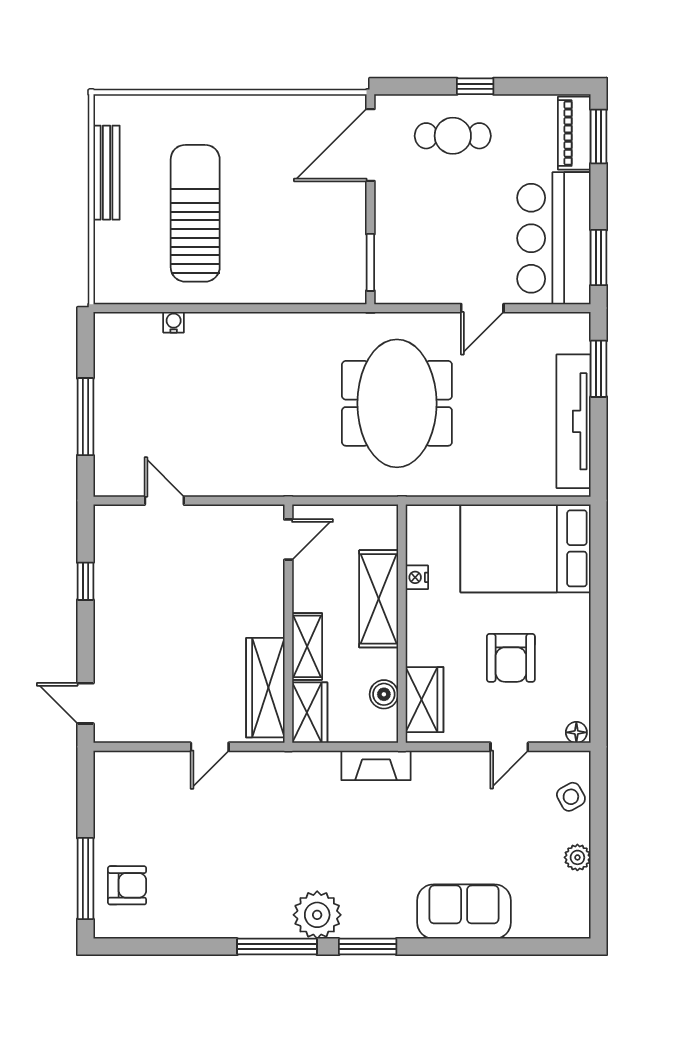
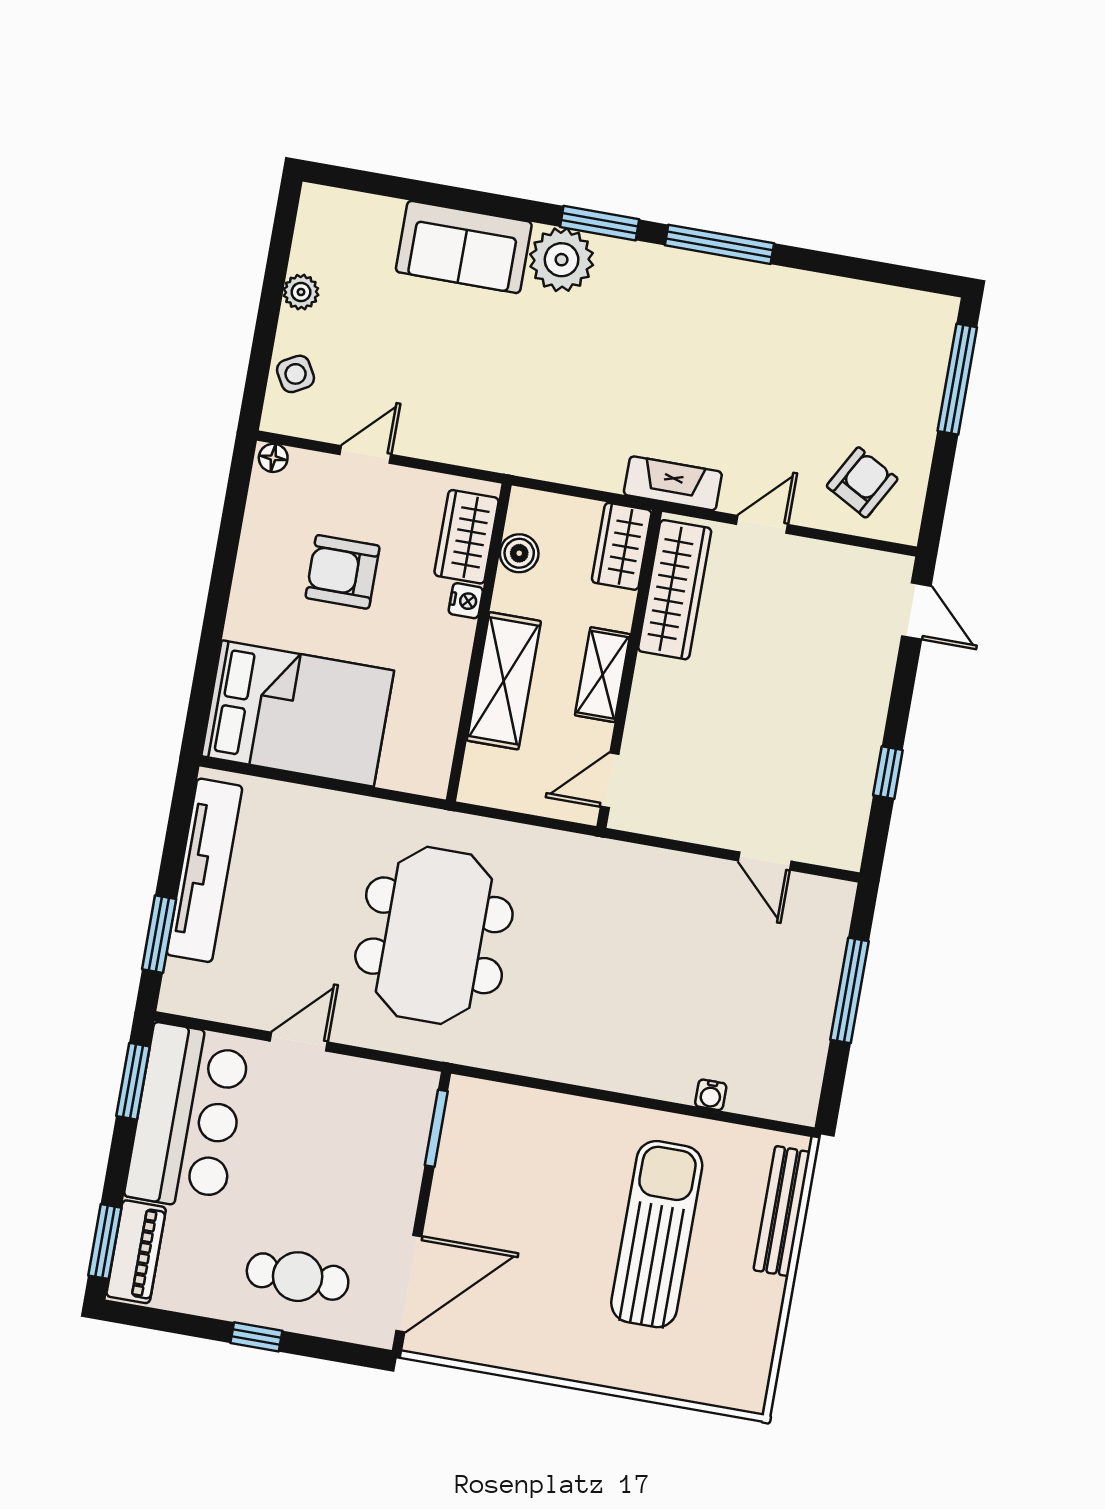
bench: (106, 173) -> (782, 1211), moved
sun lounger: (195, 213) -> (657, 1234), turned 180
nightstand: (417, 577) -> (466, 601), moved
shelving: (307, 646) -> (603, 675), moved
armchair: (511, 658) -> (343, 572), turned -90
fireplace: (376, 765) -> (673, 483), moved
armchair: (127, 885) -> (862, 482), moved, turned 119
plant: (317, 915) -> (562, 260), moved

